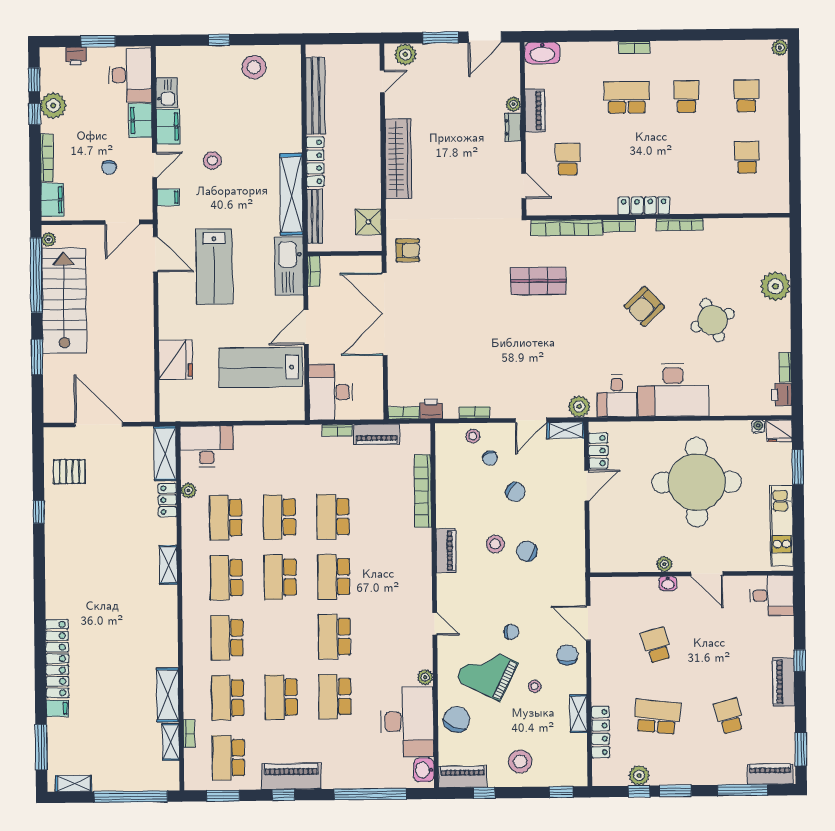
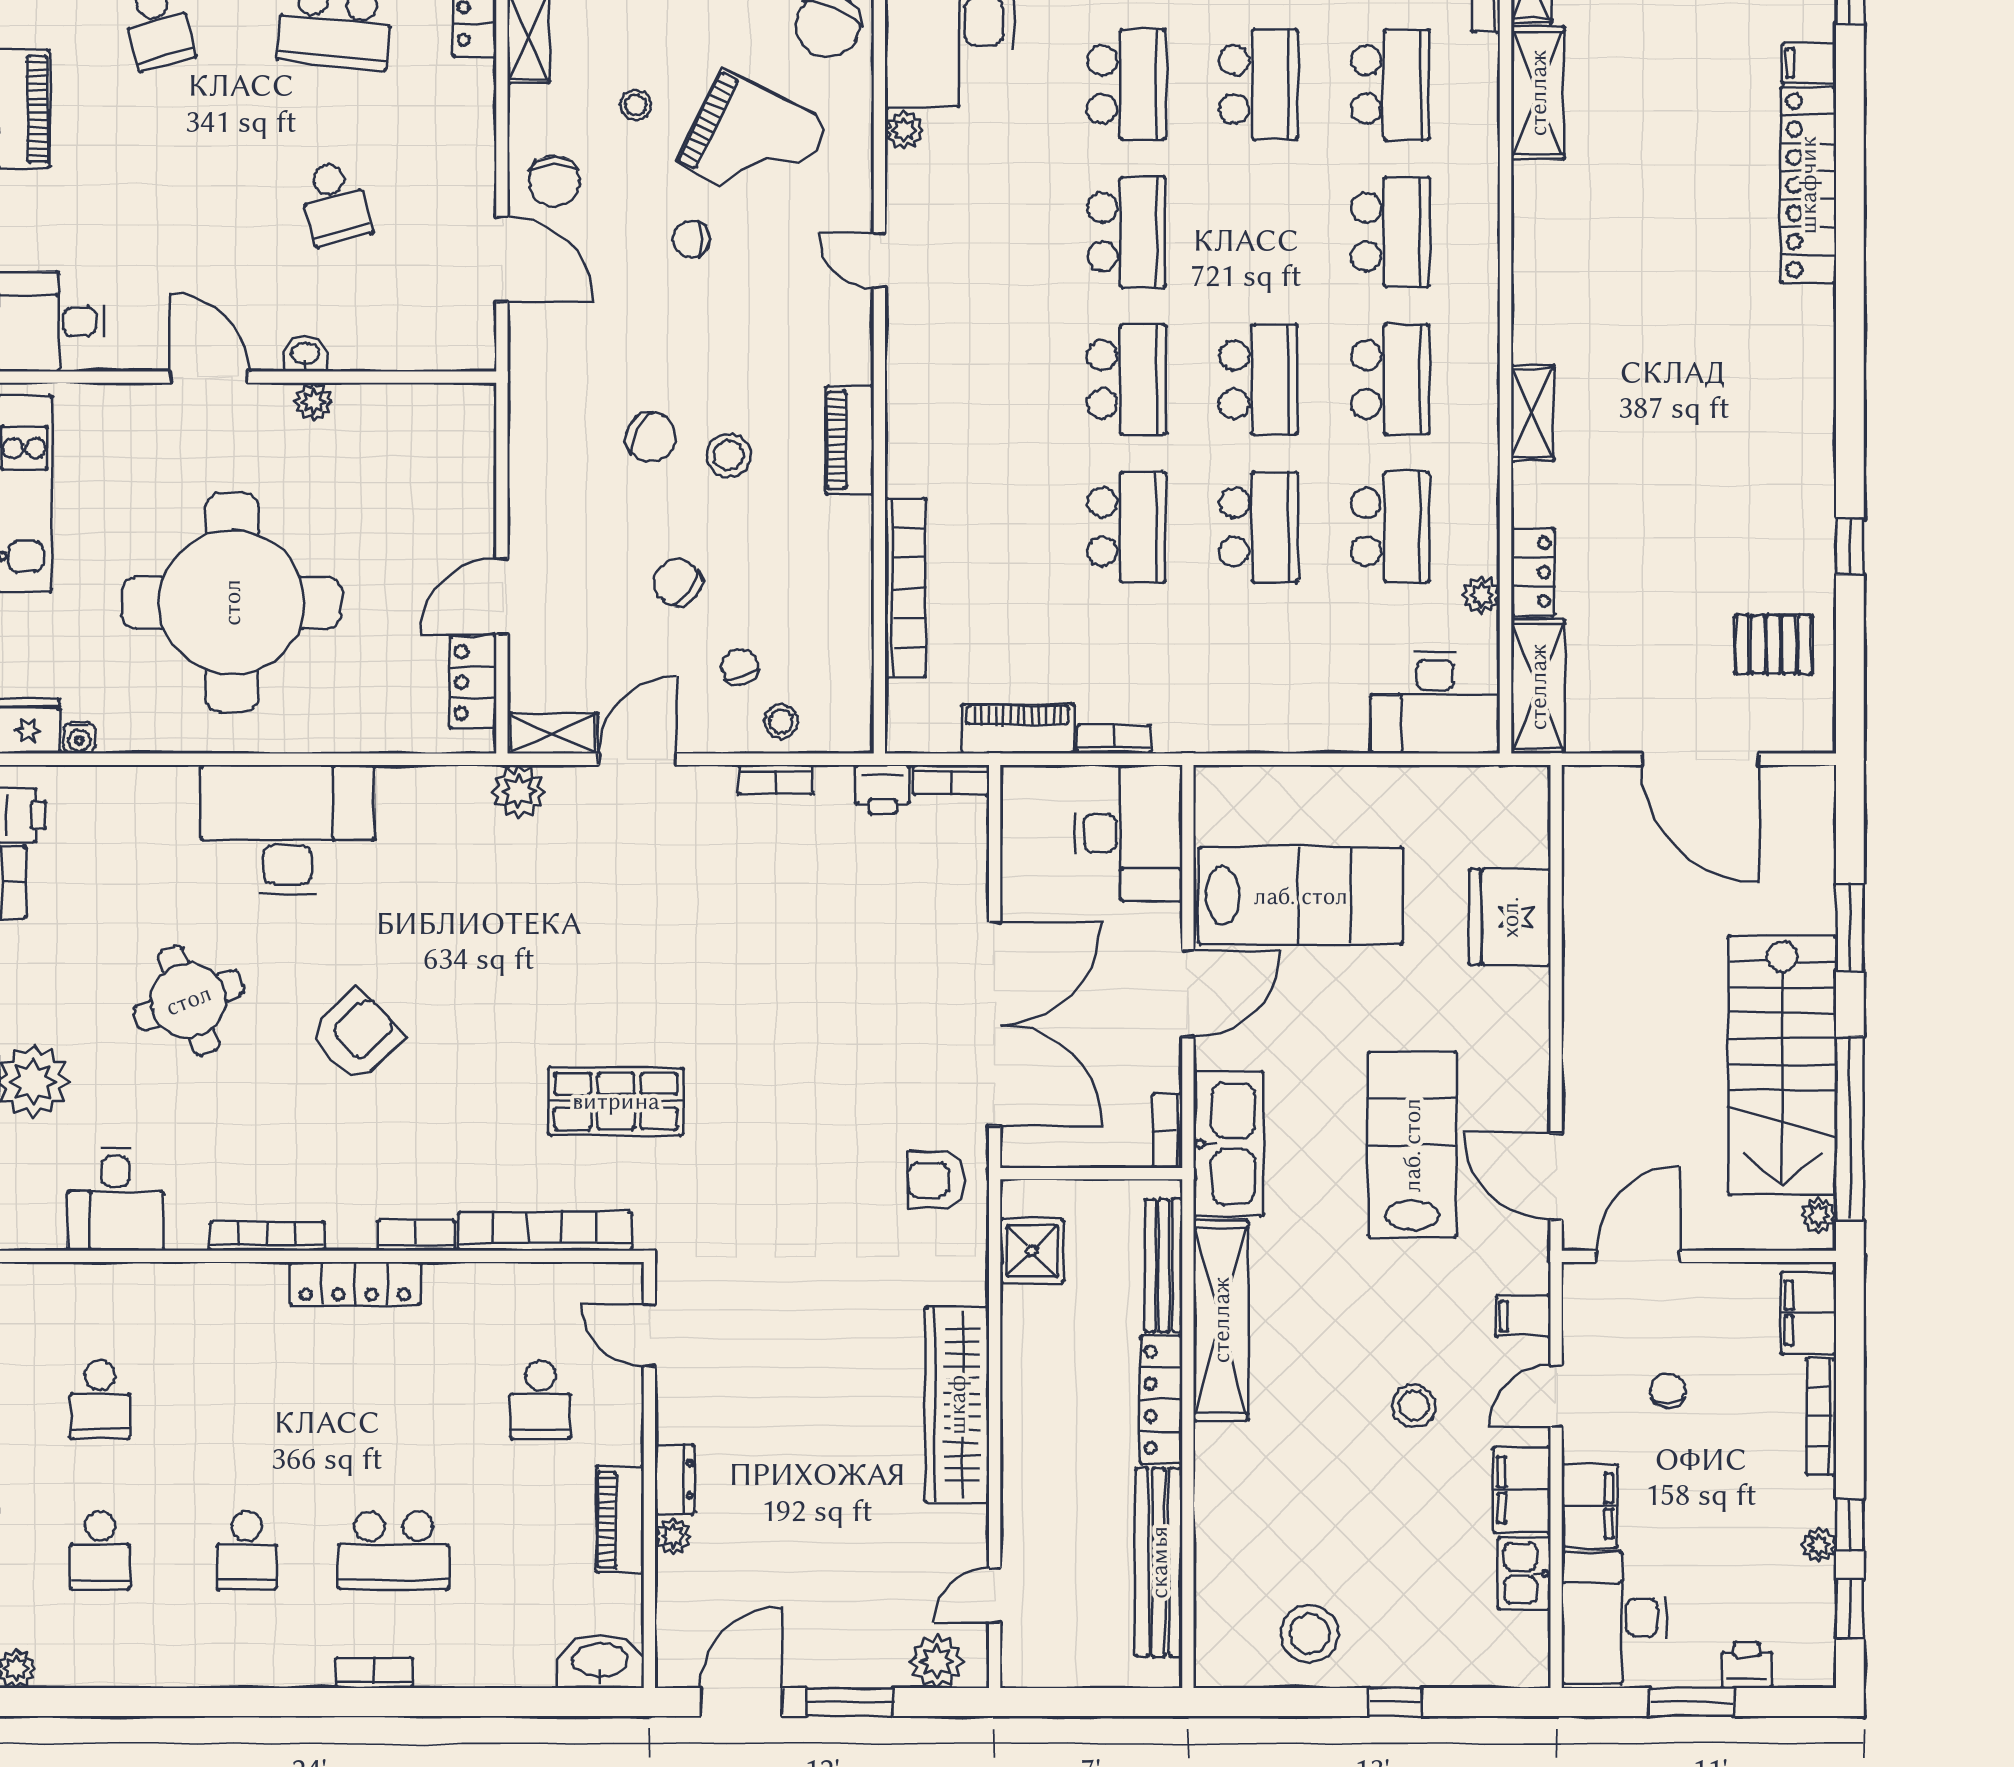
plant: (53, 106) -> (1819, 1545), width x0.53, depth x0.53
desk: (617, 396) -> (115, 1199), moved, turned 180

